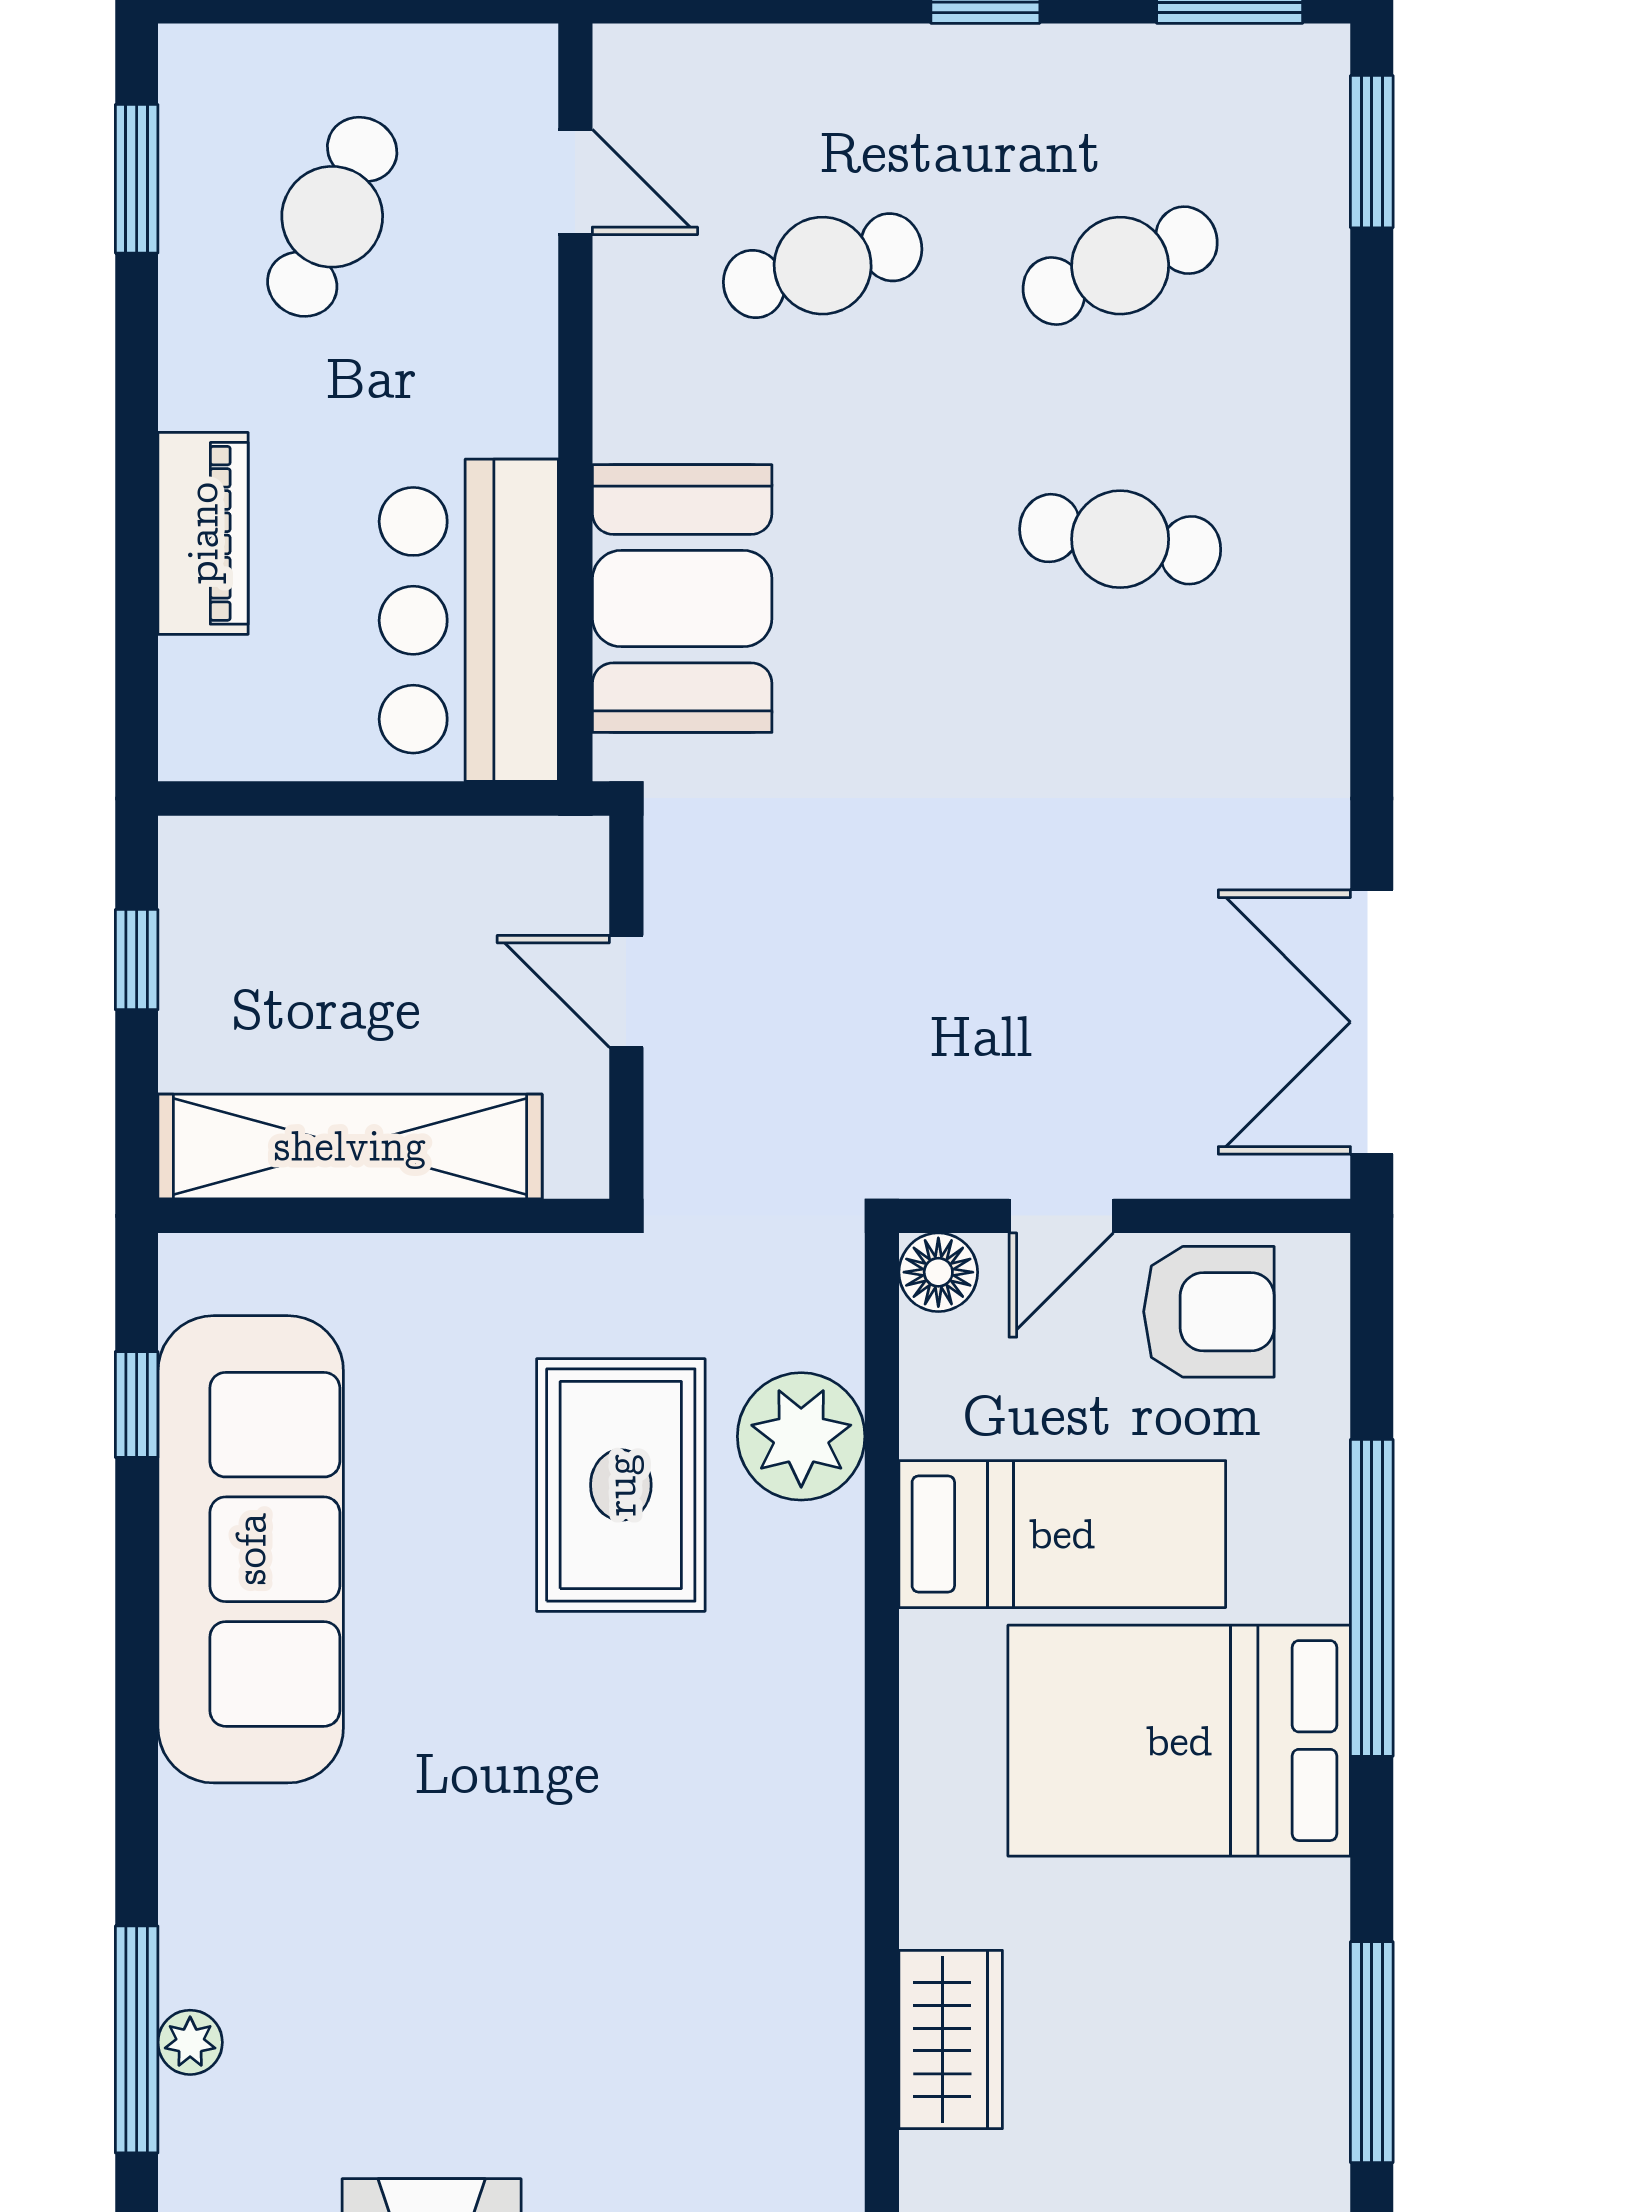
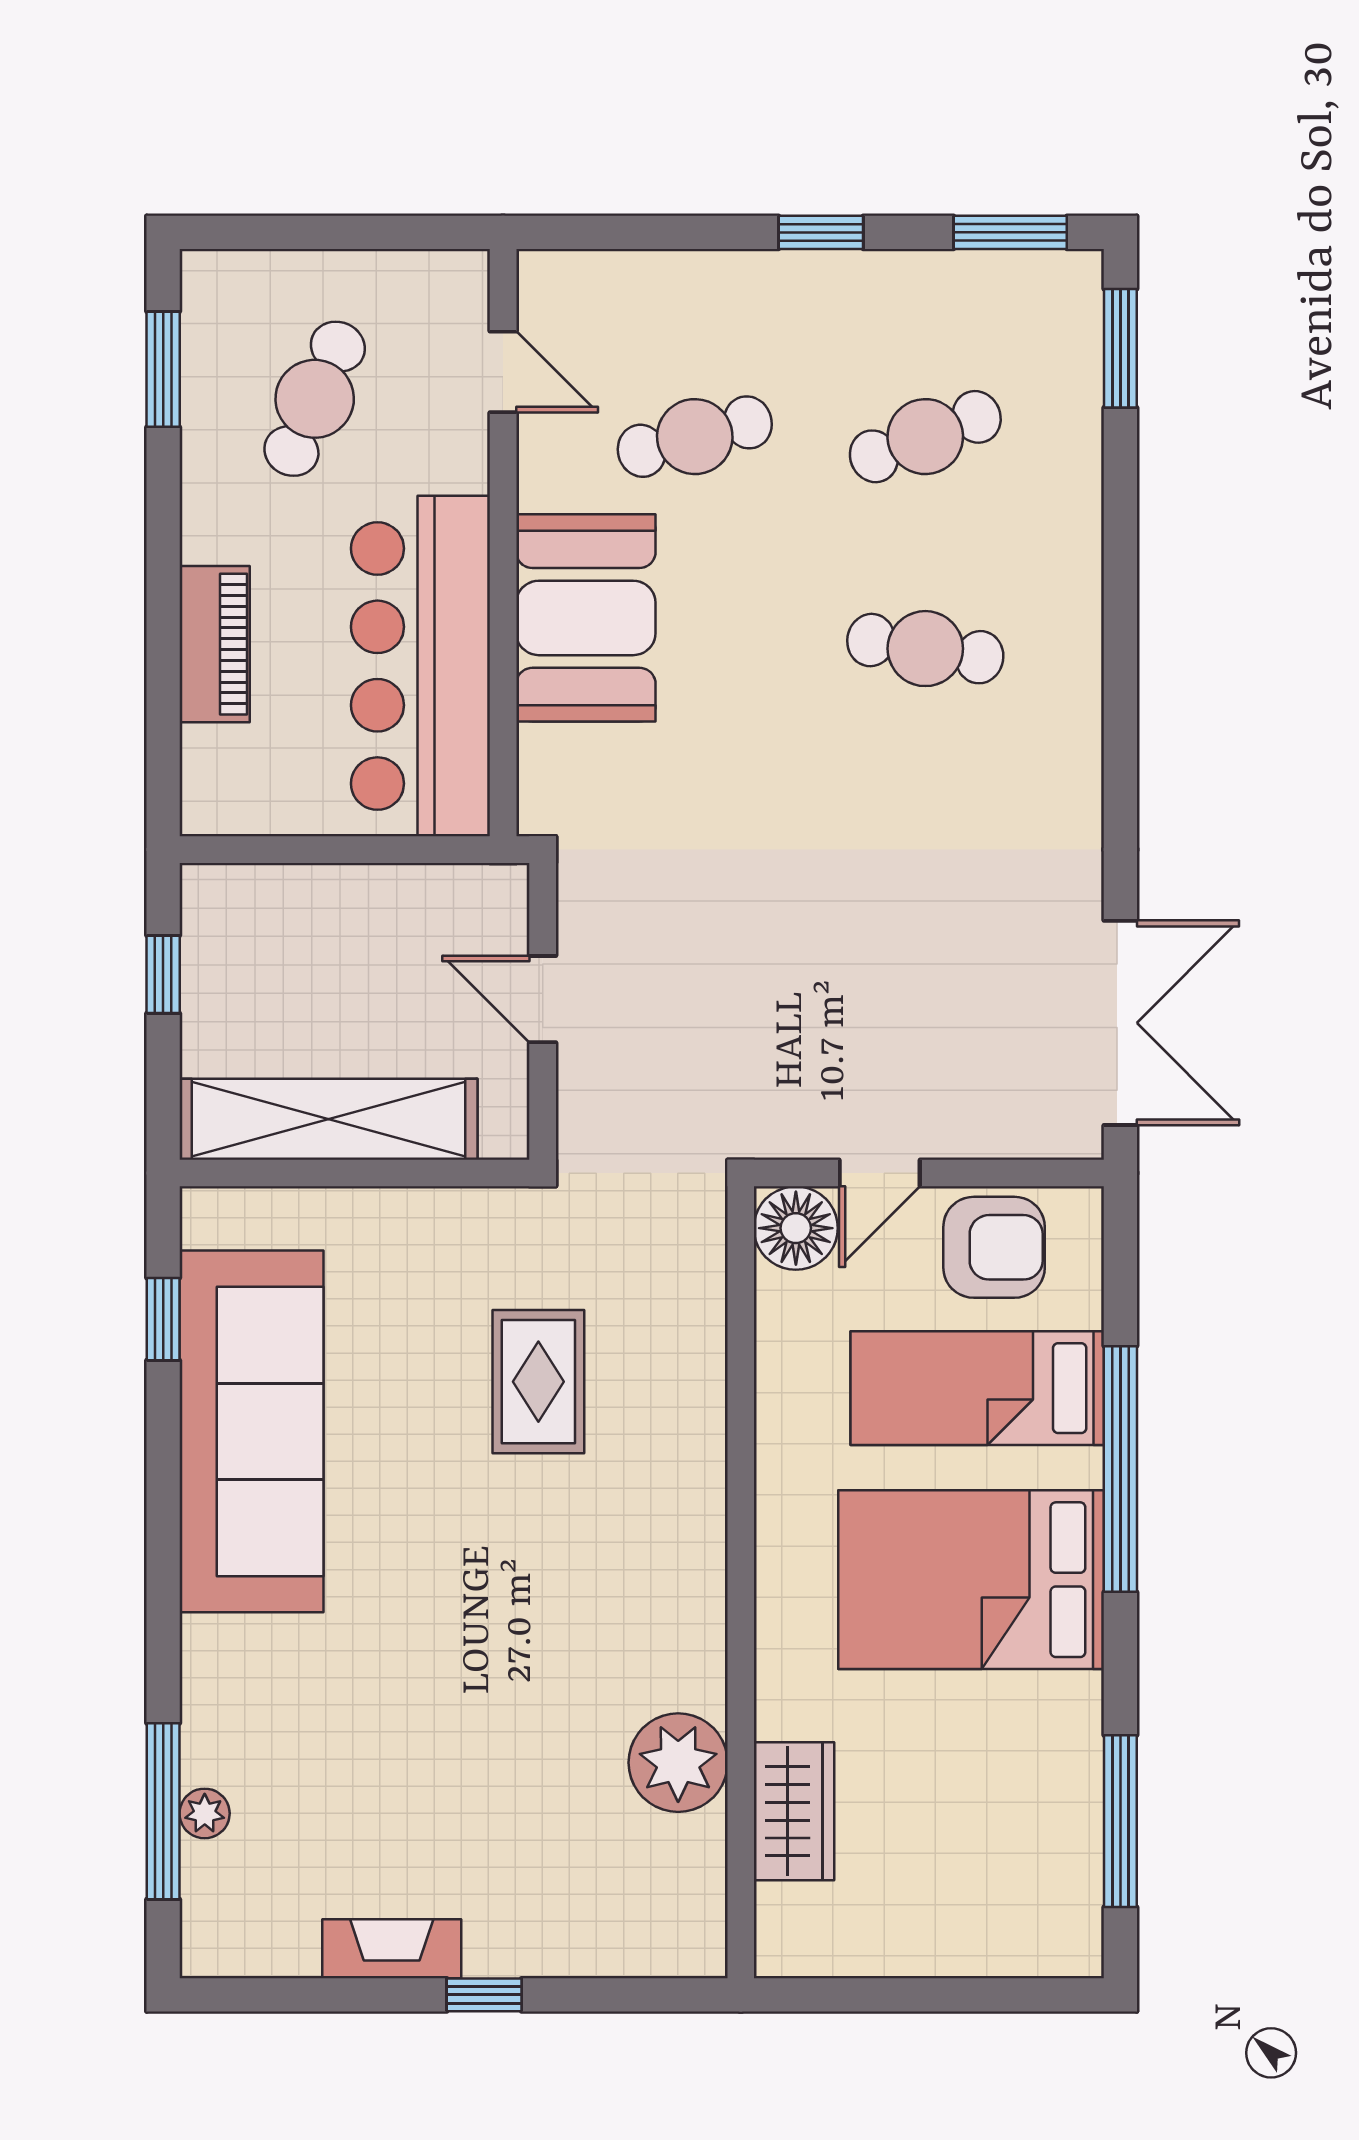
booth: (682, 599) -> (586, 618), moved
bar counter: (469, 620) -> (420, 666), width x1.36
double door: (1372, 1022) -> (1120, 1023), swing flipped
floor lamp: (938, 1272) -> (796, 1228), width x1.38, depth x1.38
plant: (801, 1436) -> (678, 1763), moved
rug: (621, 1485) -> (538, 1382), width x0.73, depth x0.70
bed: (1062, 1534) -> (977, 1388), moved, turned 180

